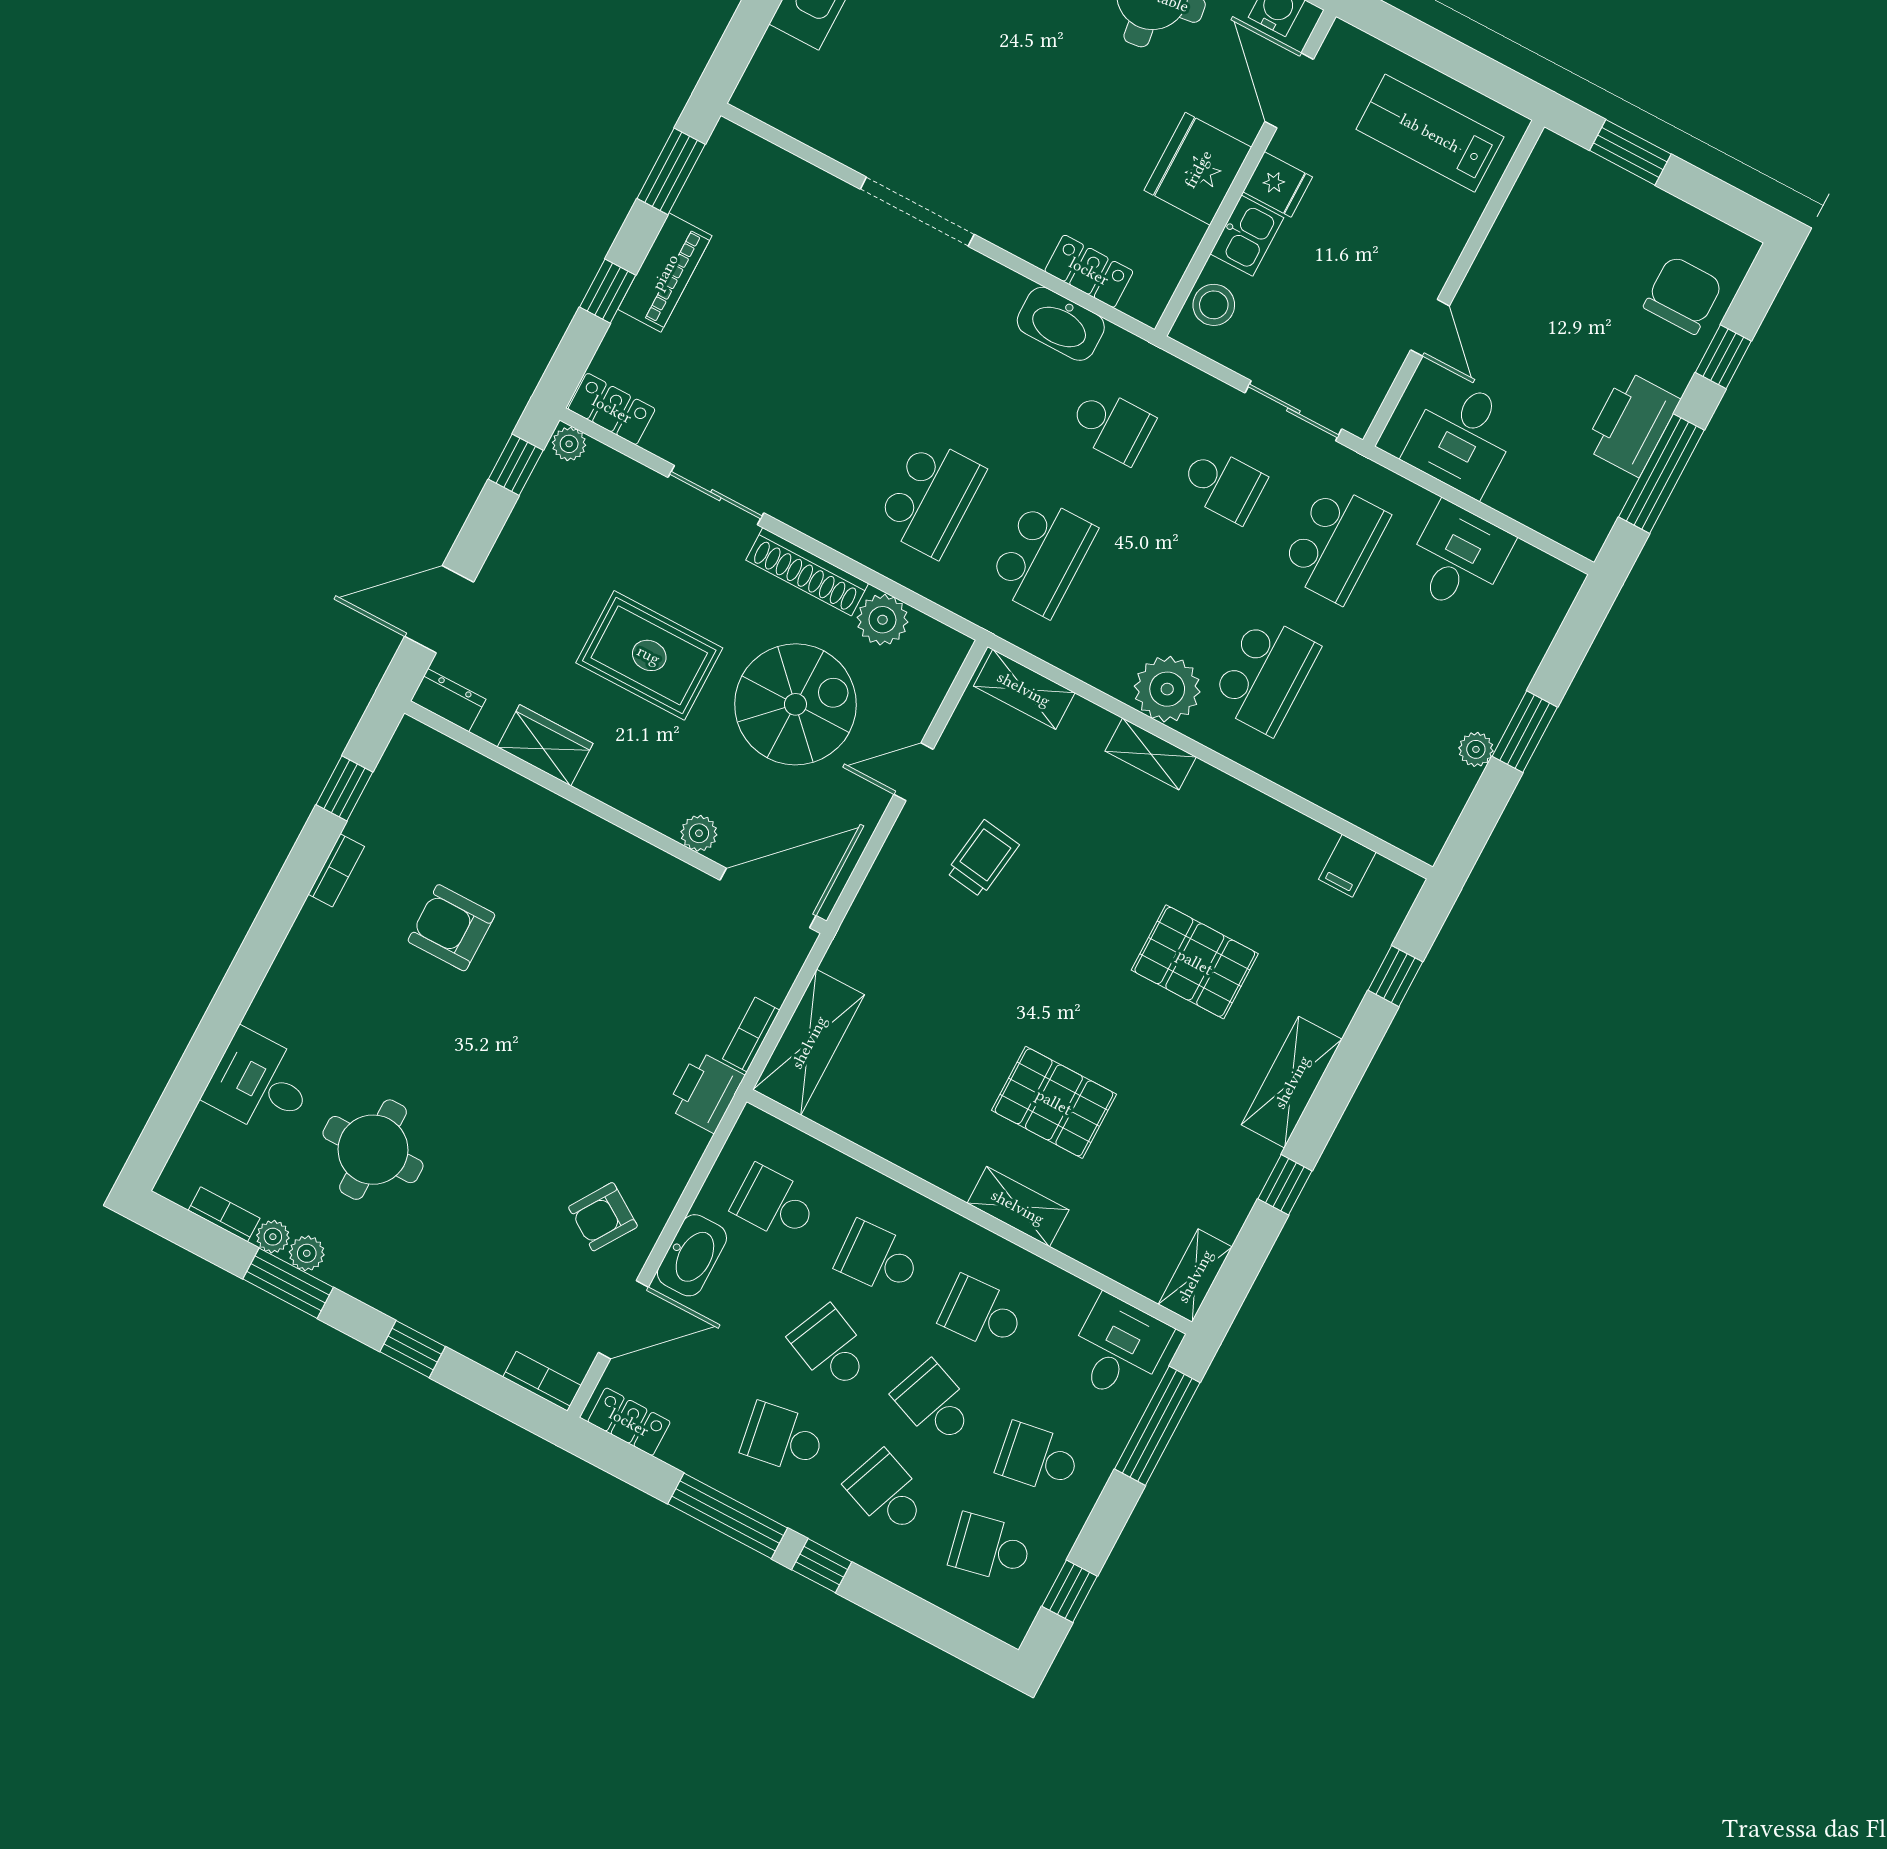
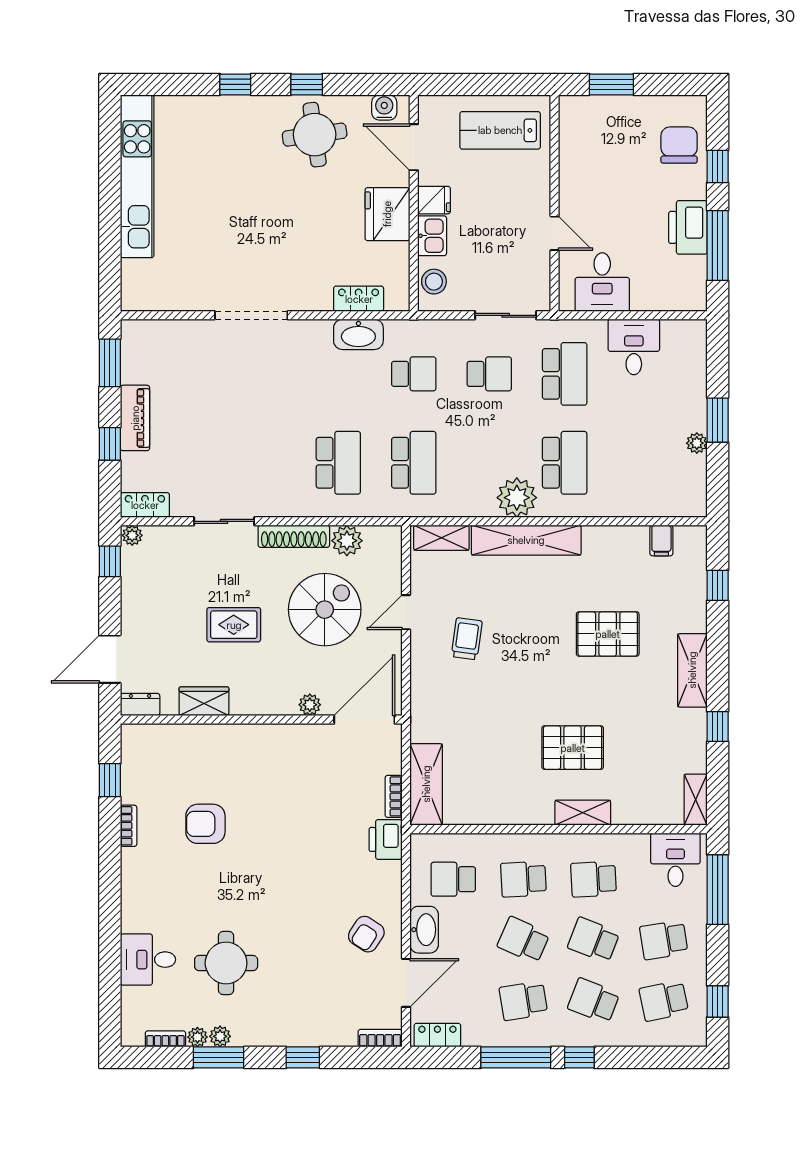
rug: (649, 655) -> (234, 625), width x0.73, depth x0.70
shelving: (1151, 754) -> (526, 540), width x2.20, depth x1.33

